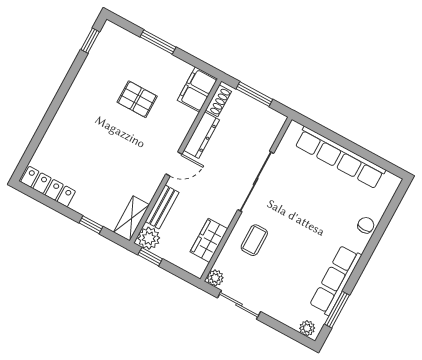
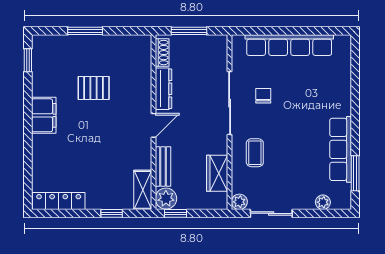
filing cabinet: (197, 90) -> (44, 115), moved, turned 180
chair: (366, 225) -> (263, 96), moved
plant: (307, 328) -> (323, 202), moved

